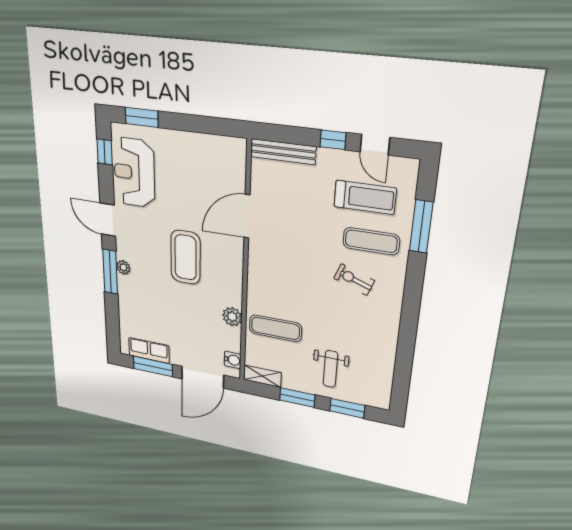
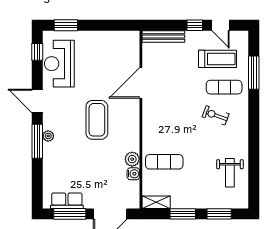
water cooler: (233, 360) -> (133, 174), moved
weight bench: (330, 369) -> (230, 173), moved

